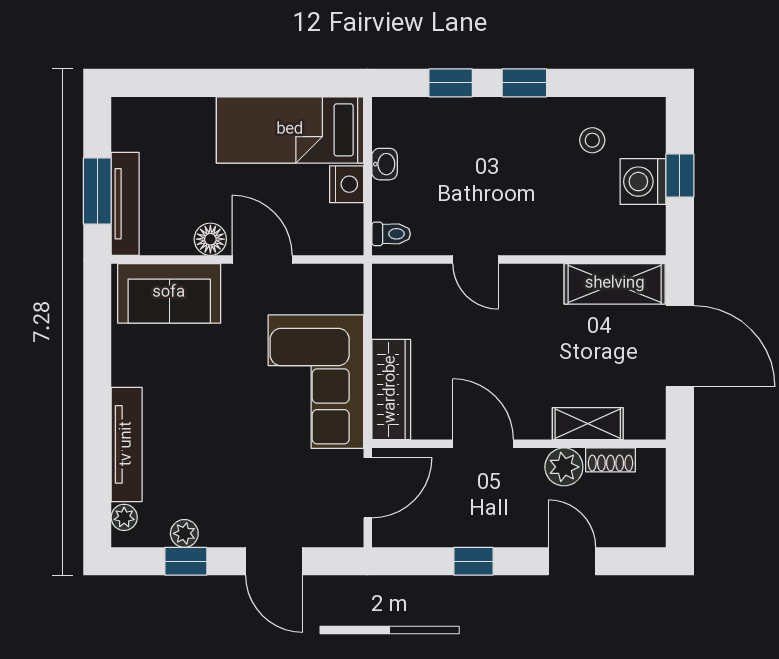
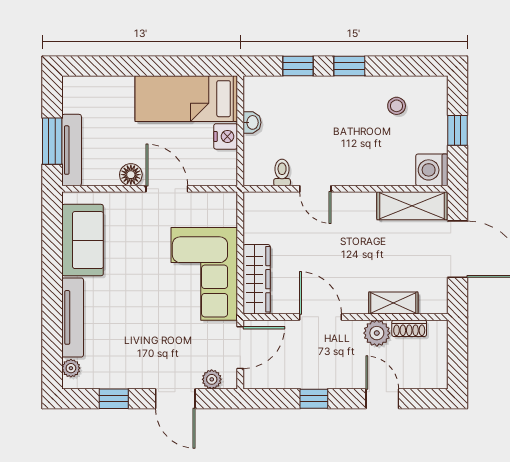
washing machine: (643, 182) -> (432, 170), moved
toilet: (391, 234) -> (282, 173), moved, turned -90
sofa: (169, 293) -> (83, 240), moved, turned -90
plant: (184, 533) -> (212, 379), moved

